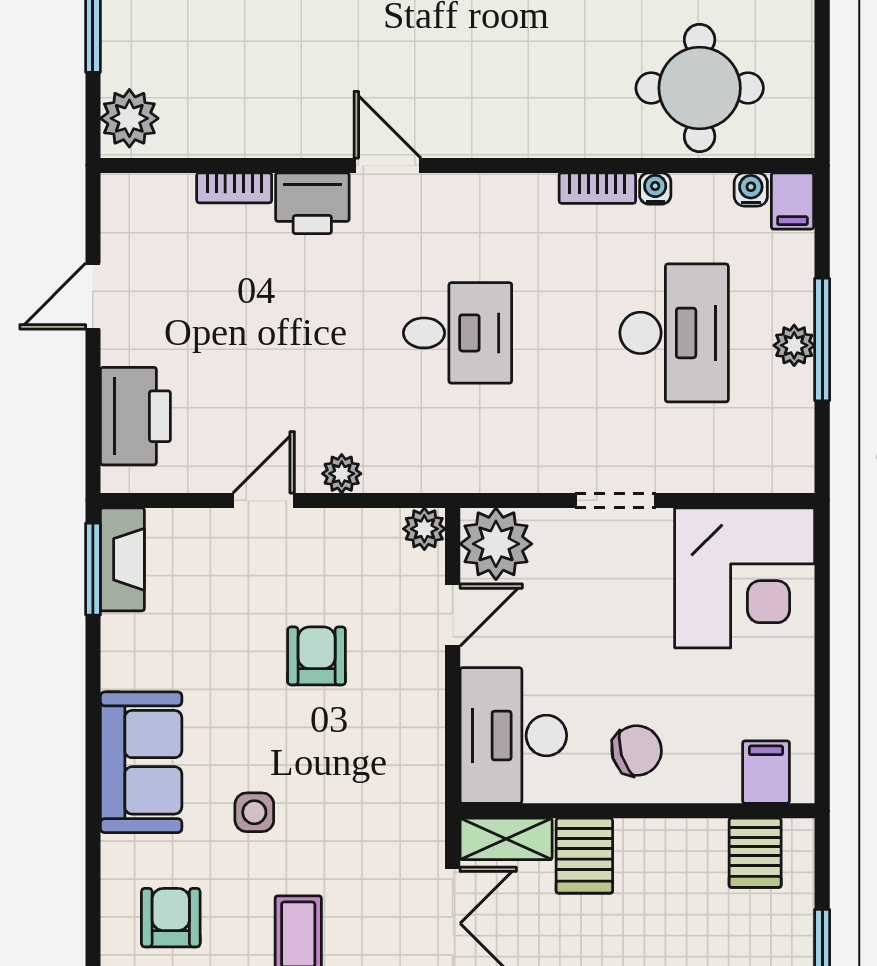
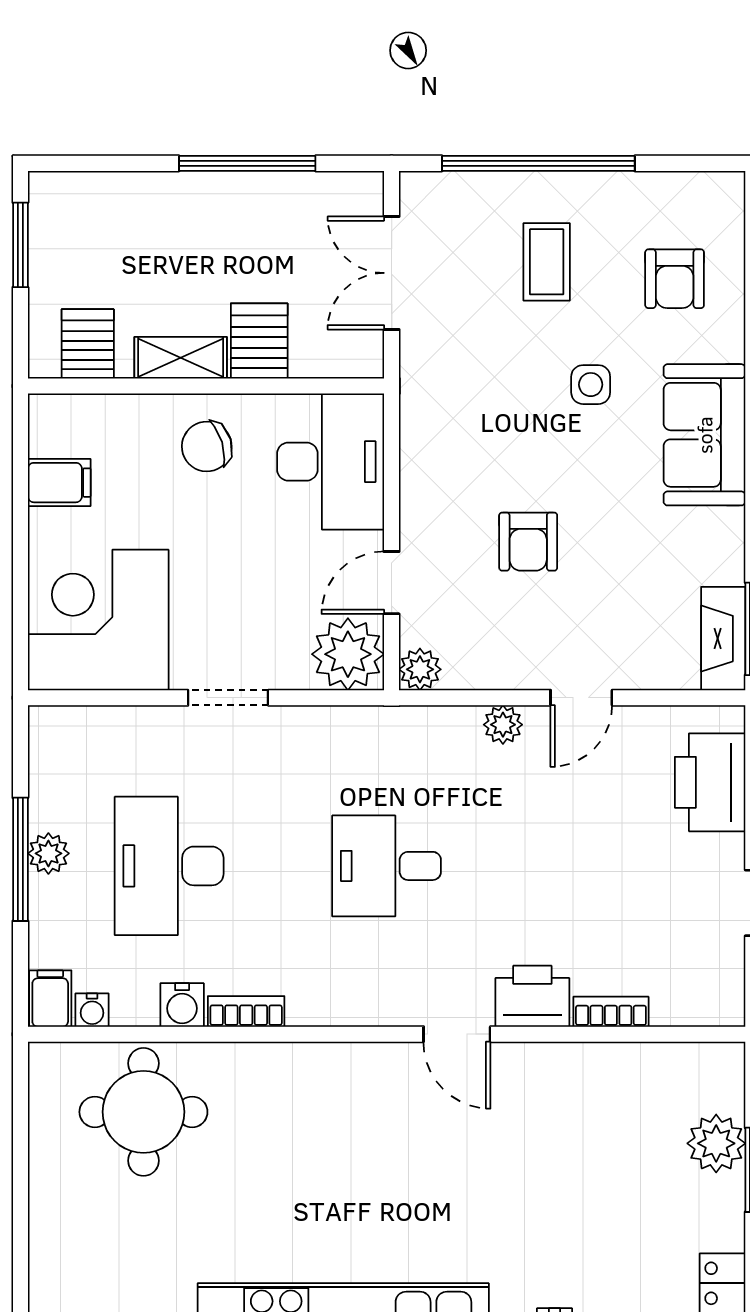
plant: (129, 118) -> (716, 1143), moved
water cooler: (655, 188) -> (182, 1005), width x1.38, depth x1.38
filing cabinet: (766, 772) -> (59, 483), moved, turned -90
shelving: (506, 839) -> (181, 358), moved

